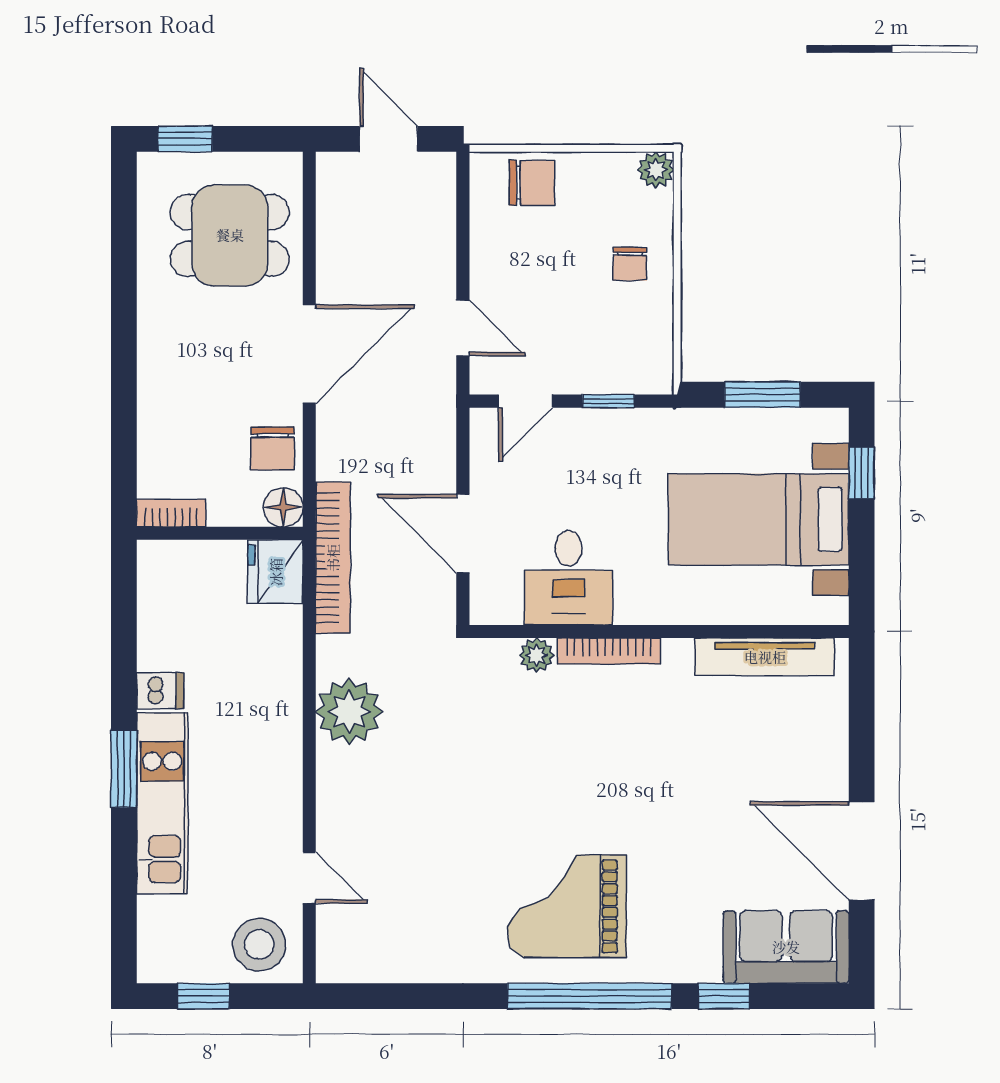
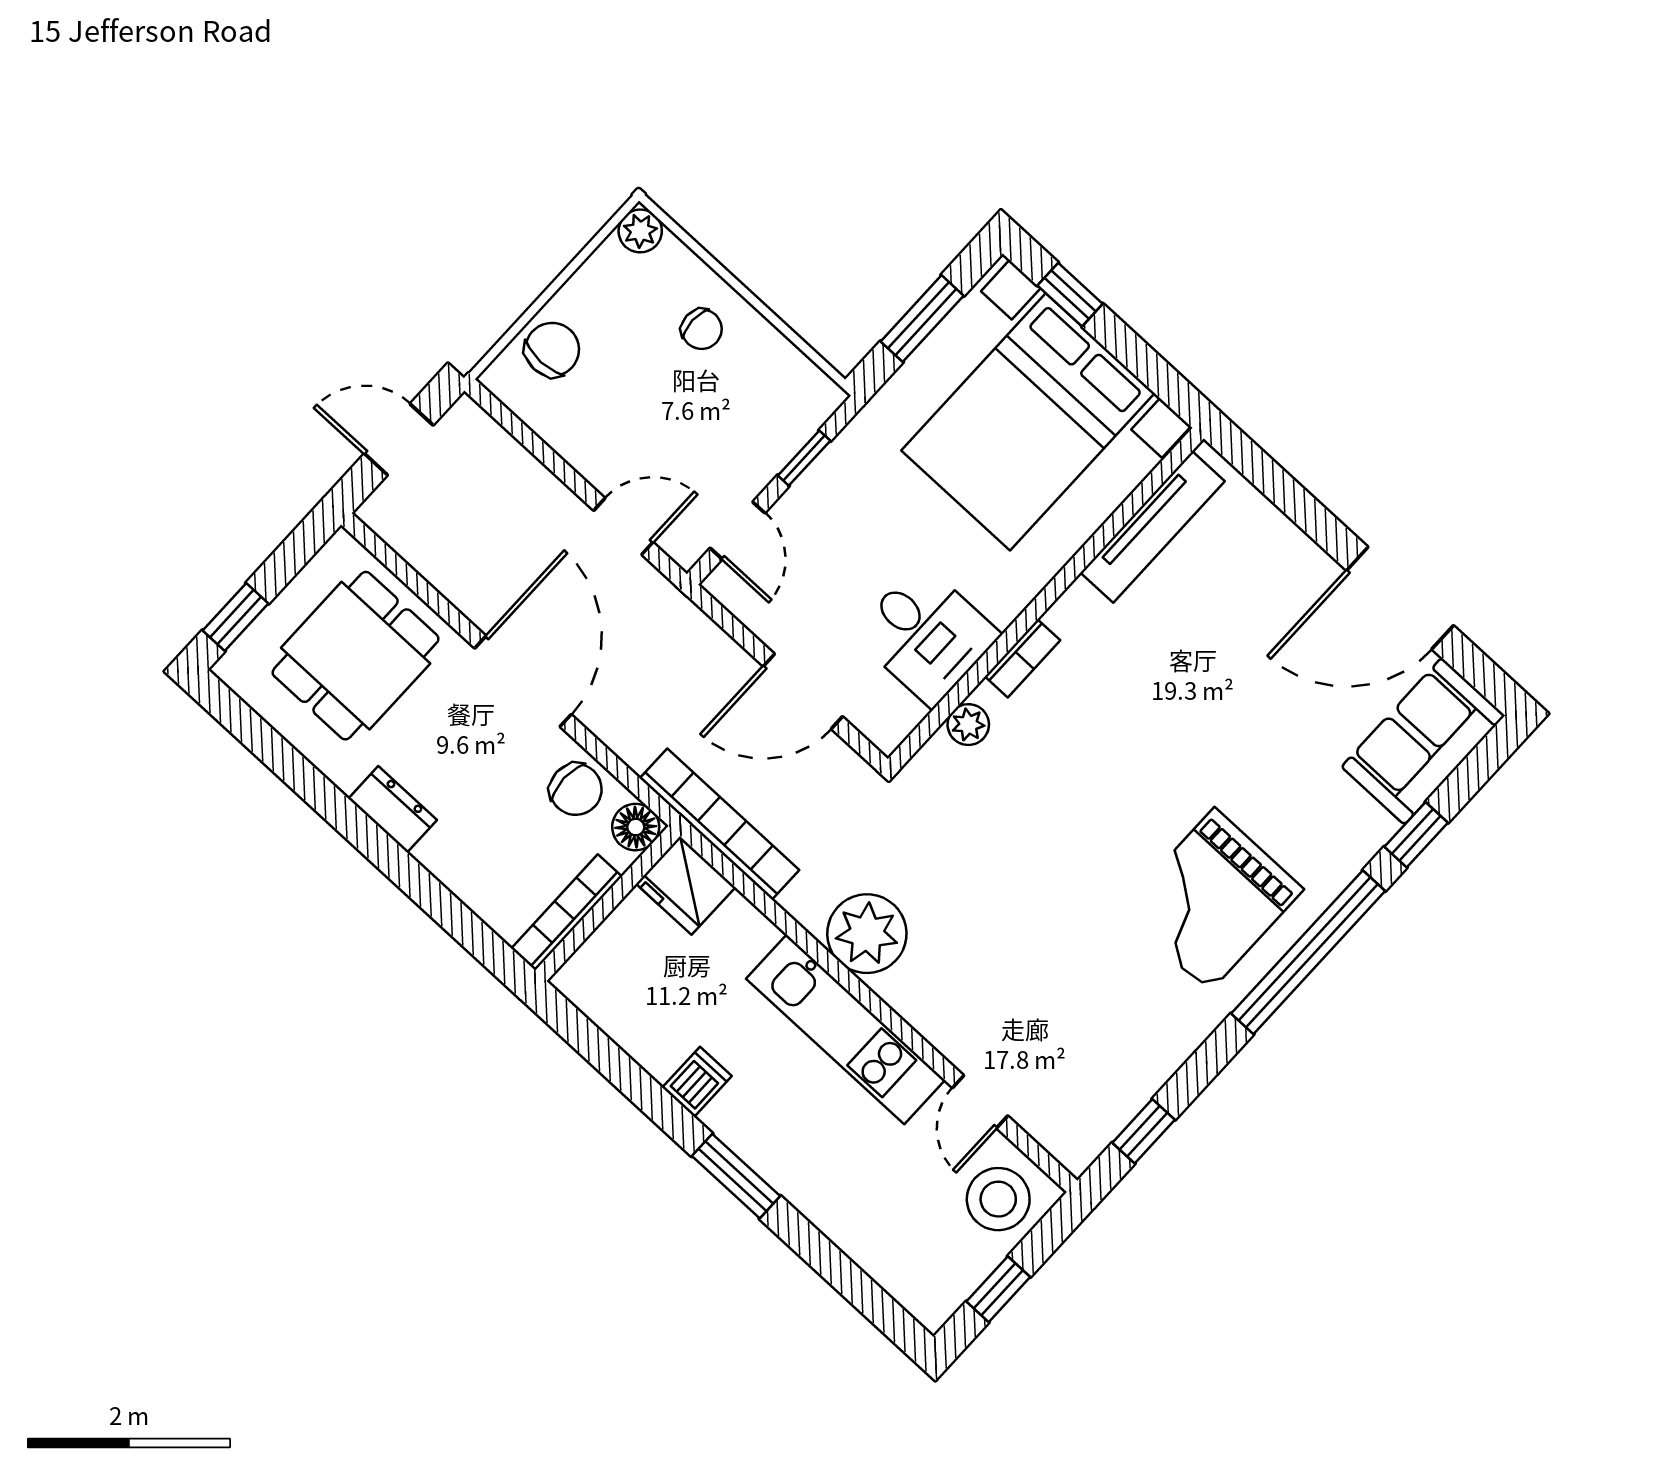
dresser: (155, 346) -> (393, 809), added
bookcase: (171, 513) -> (567, 912), width x1.56
bed with nightstands: (759, 519) -> (1028, 422), width x1.36
bookcase: (609, 651) -> (1022, 658), width x0.64
kitchen unit: (162, 803) -> (845, 1029), moved, turned 180
door: (309, 878) -> (980, 1102), swing flipped
window: (384, 996) -> (1144, 1131), added

